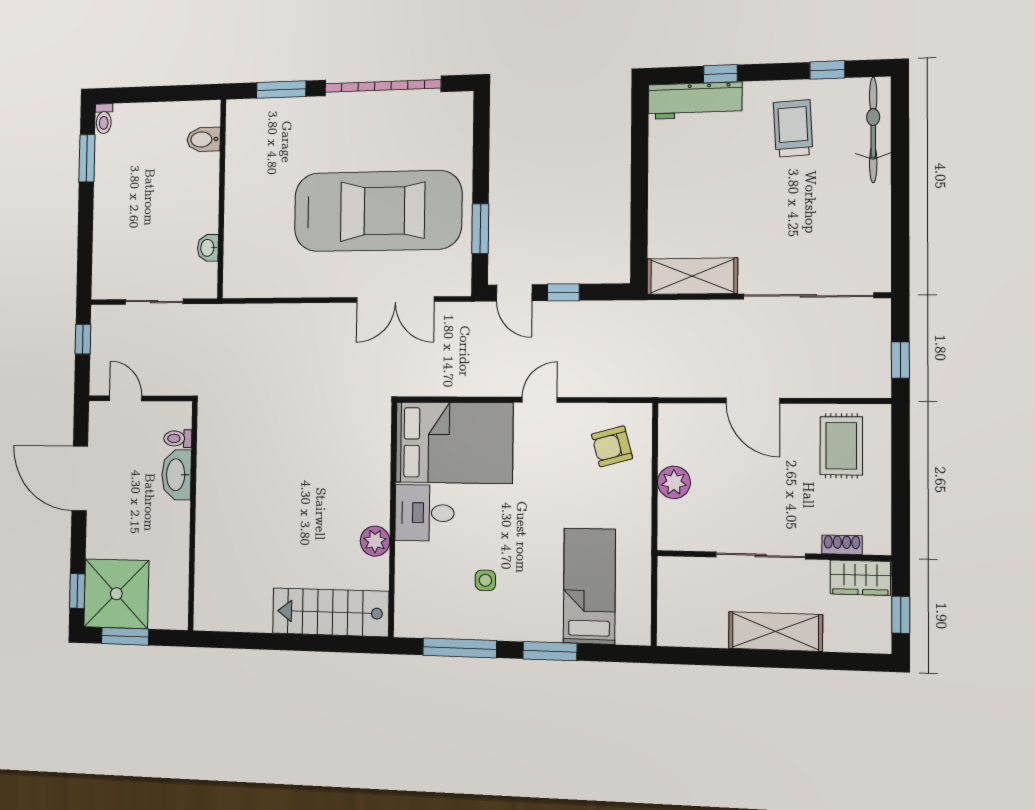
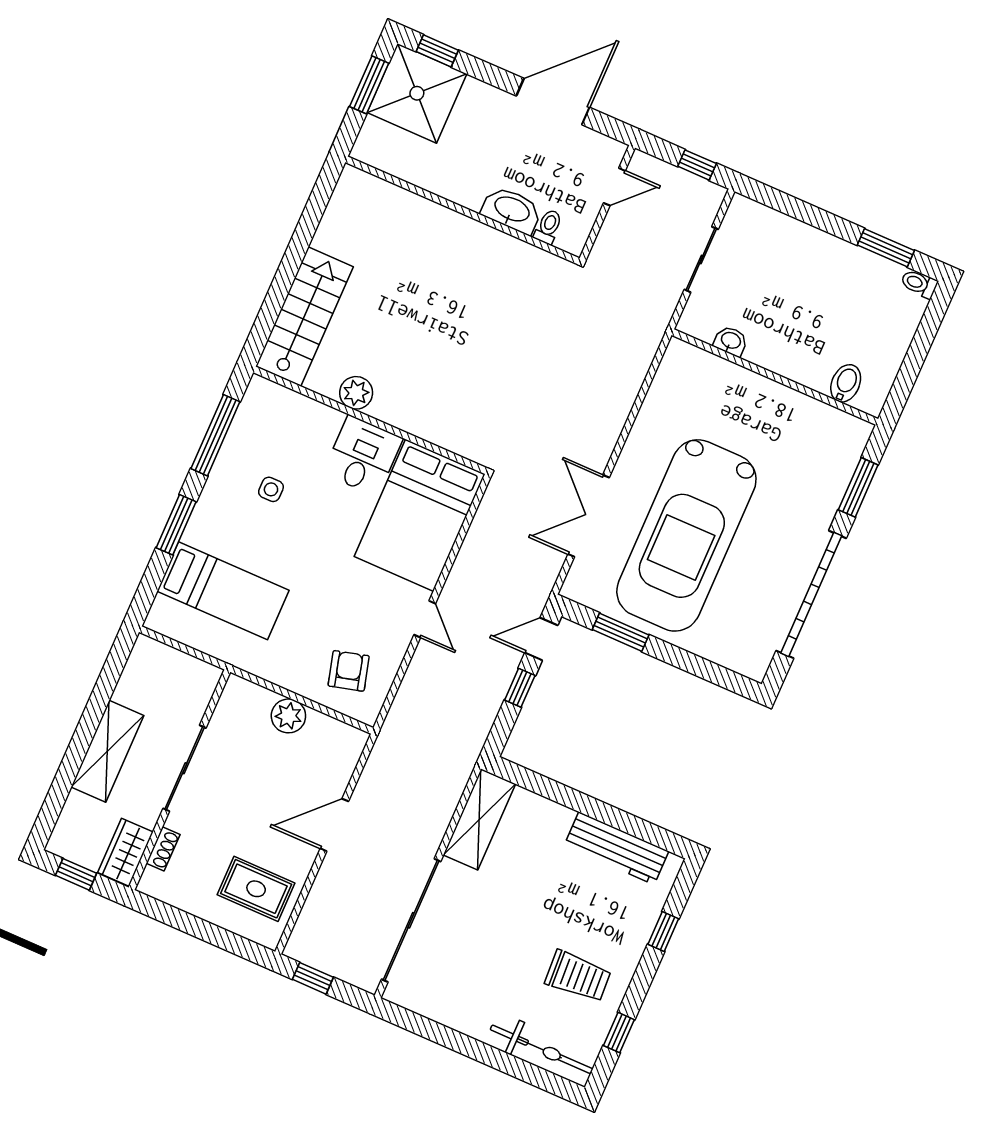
workbench: (695, 101) -> (616, 848), moved, turned -90

